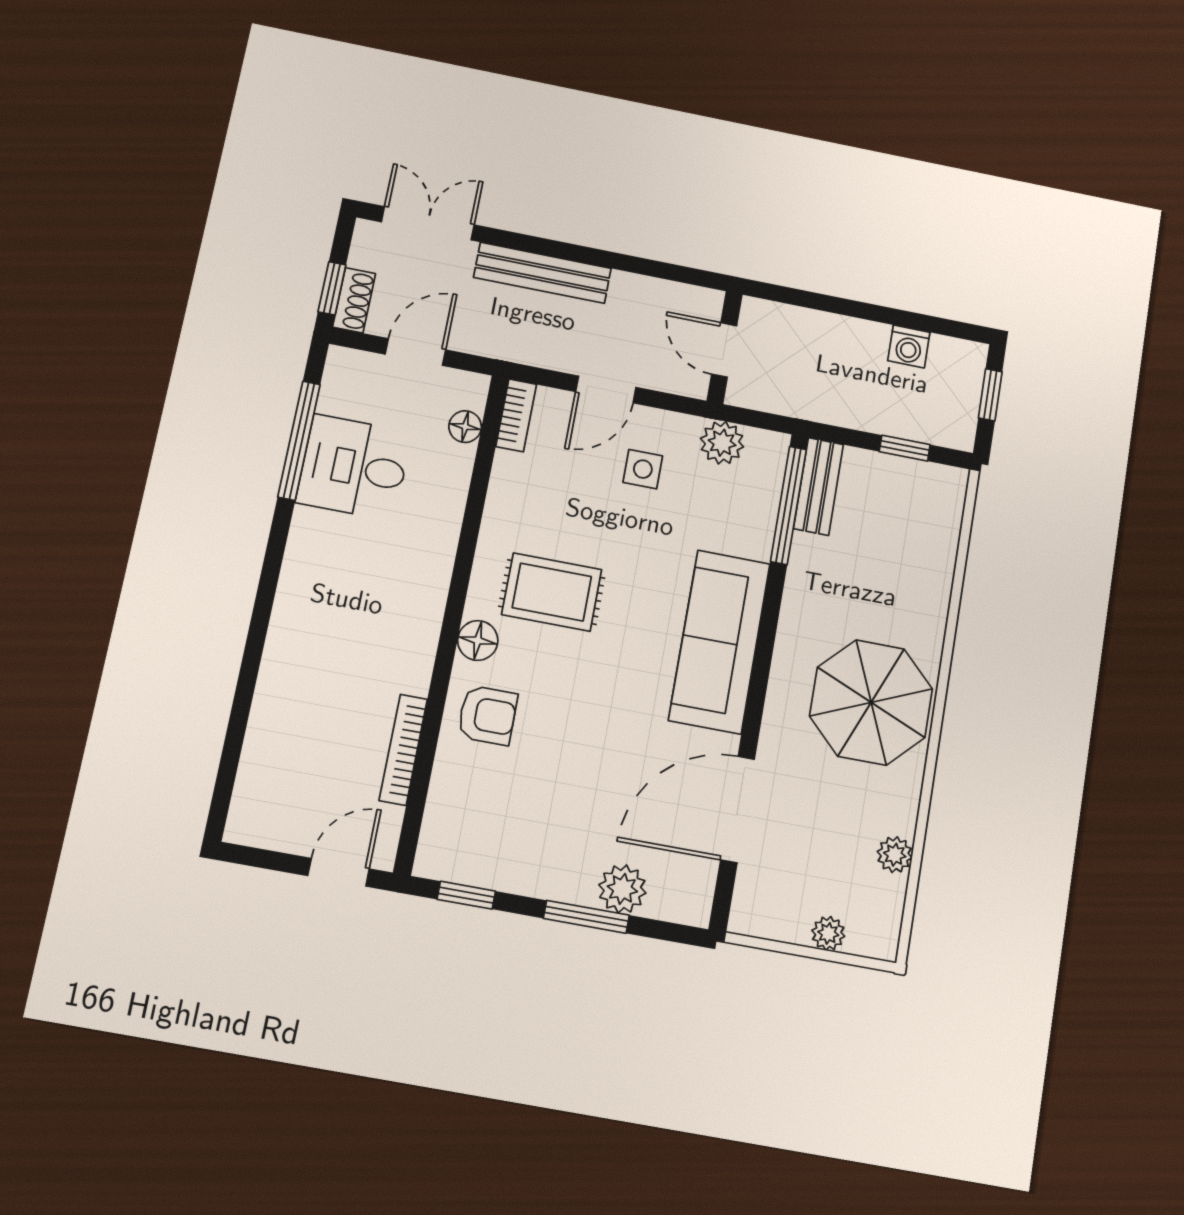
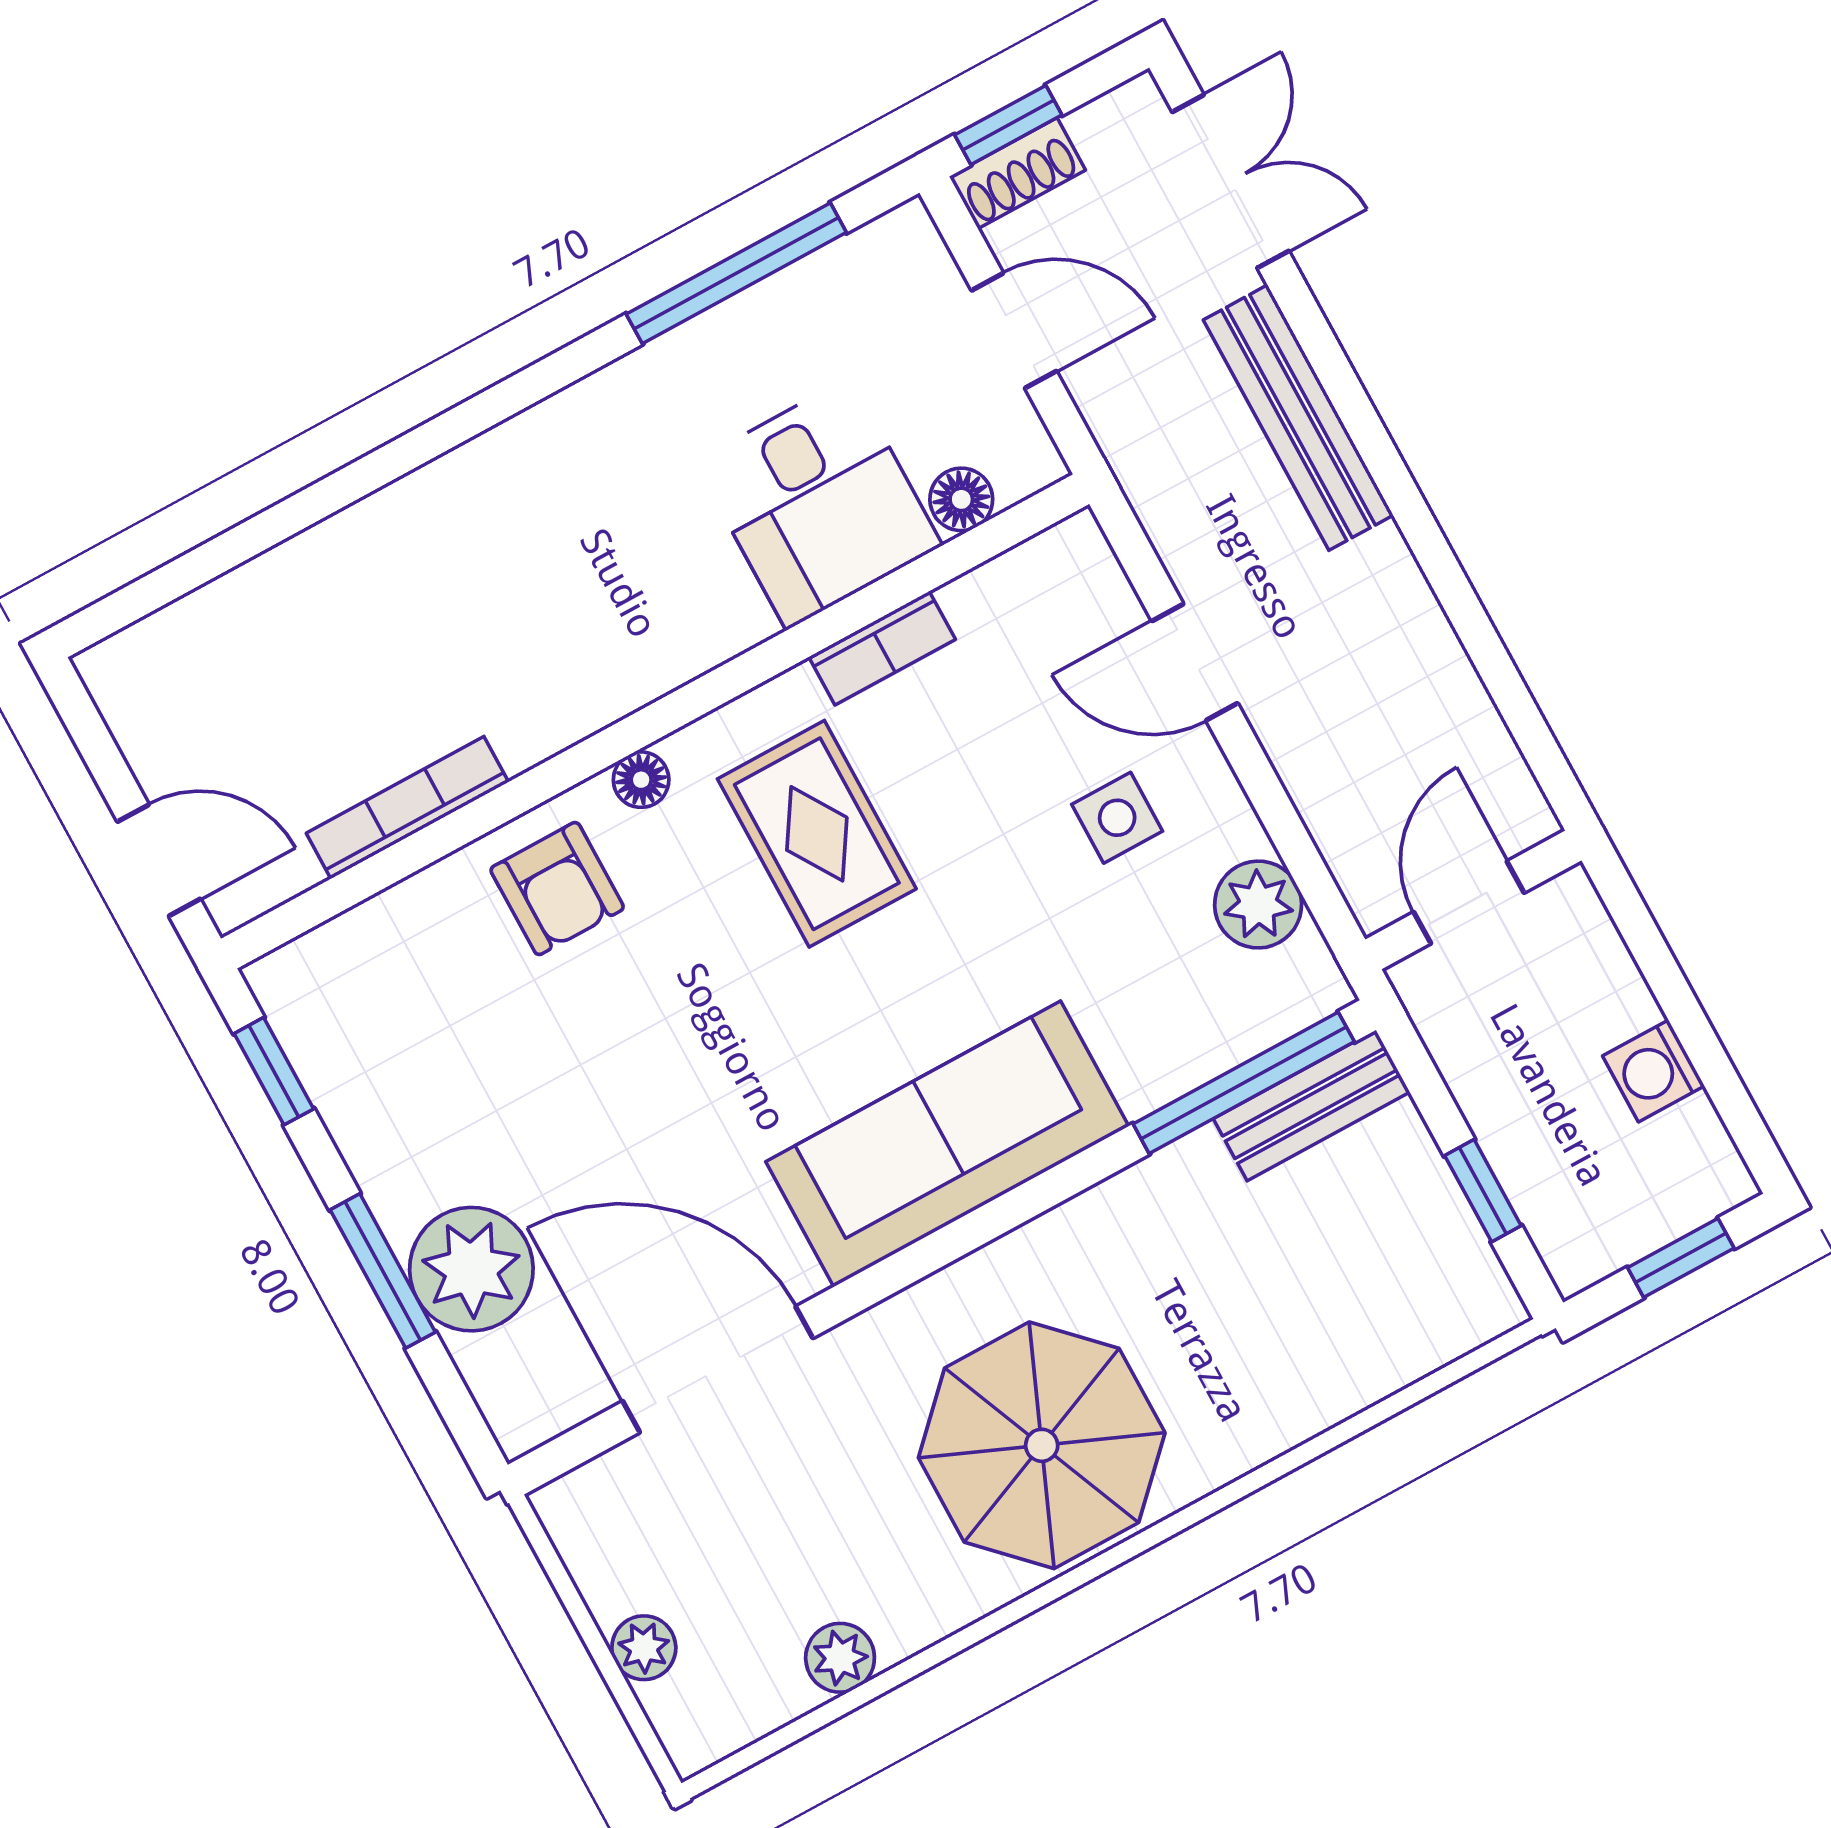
wall: (725, 347) -> (1473, 900), moved
door: (724, 350) -> (1469, 902), moved
bookcase: (516, 415) -> (882, 648), moved
desk: (354, 467) -> (818, 503), moved, turned 180
floor lamp: (478, 640) -> (641, 780), width x0.73, depth x0.73
plant: (622, 889) -> (471, 1269), width x1.36, depth x1.36

